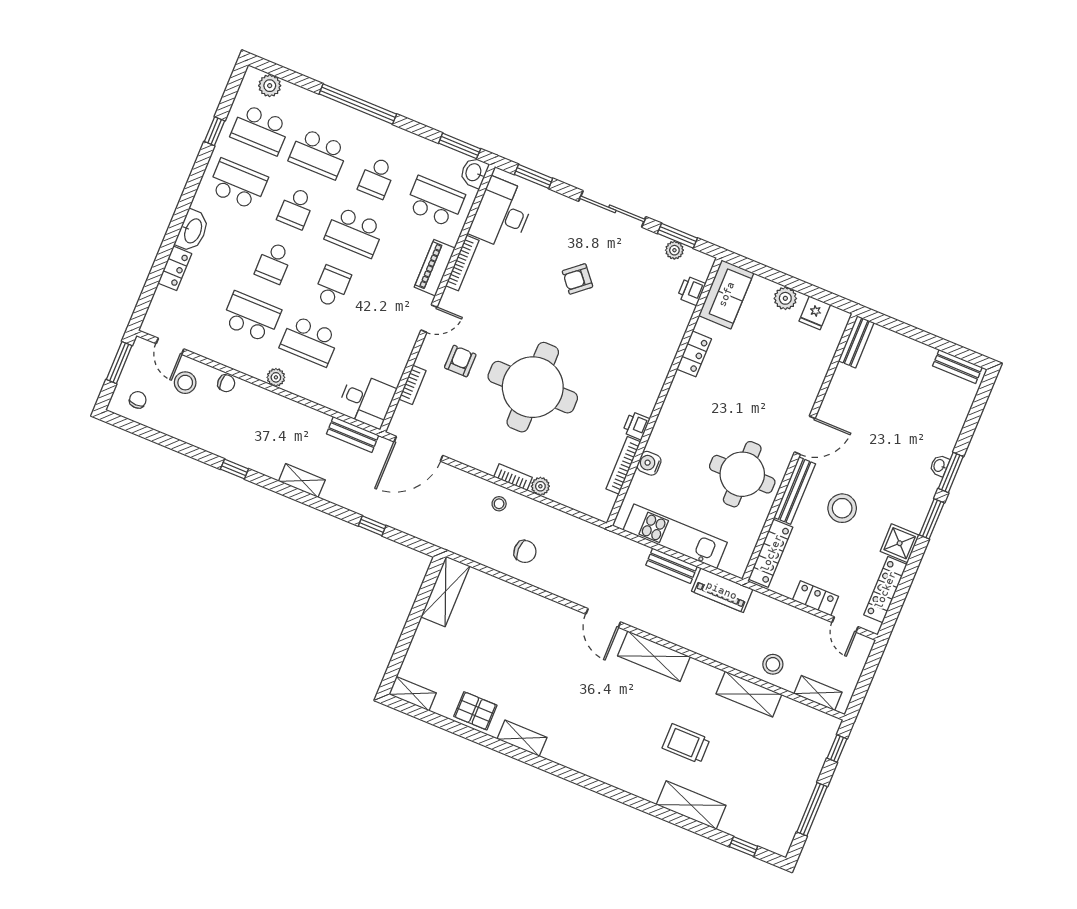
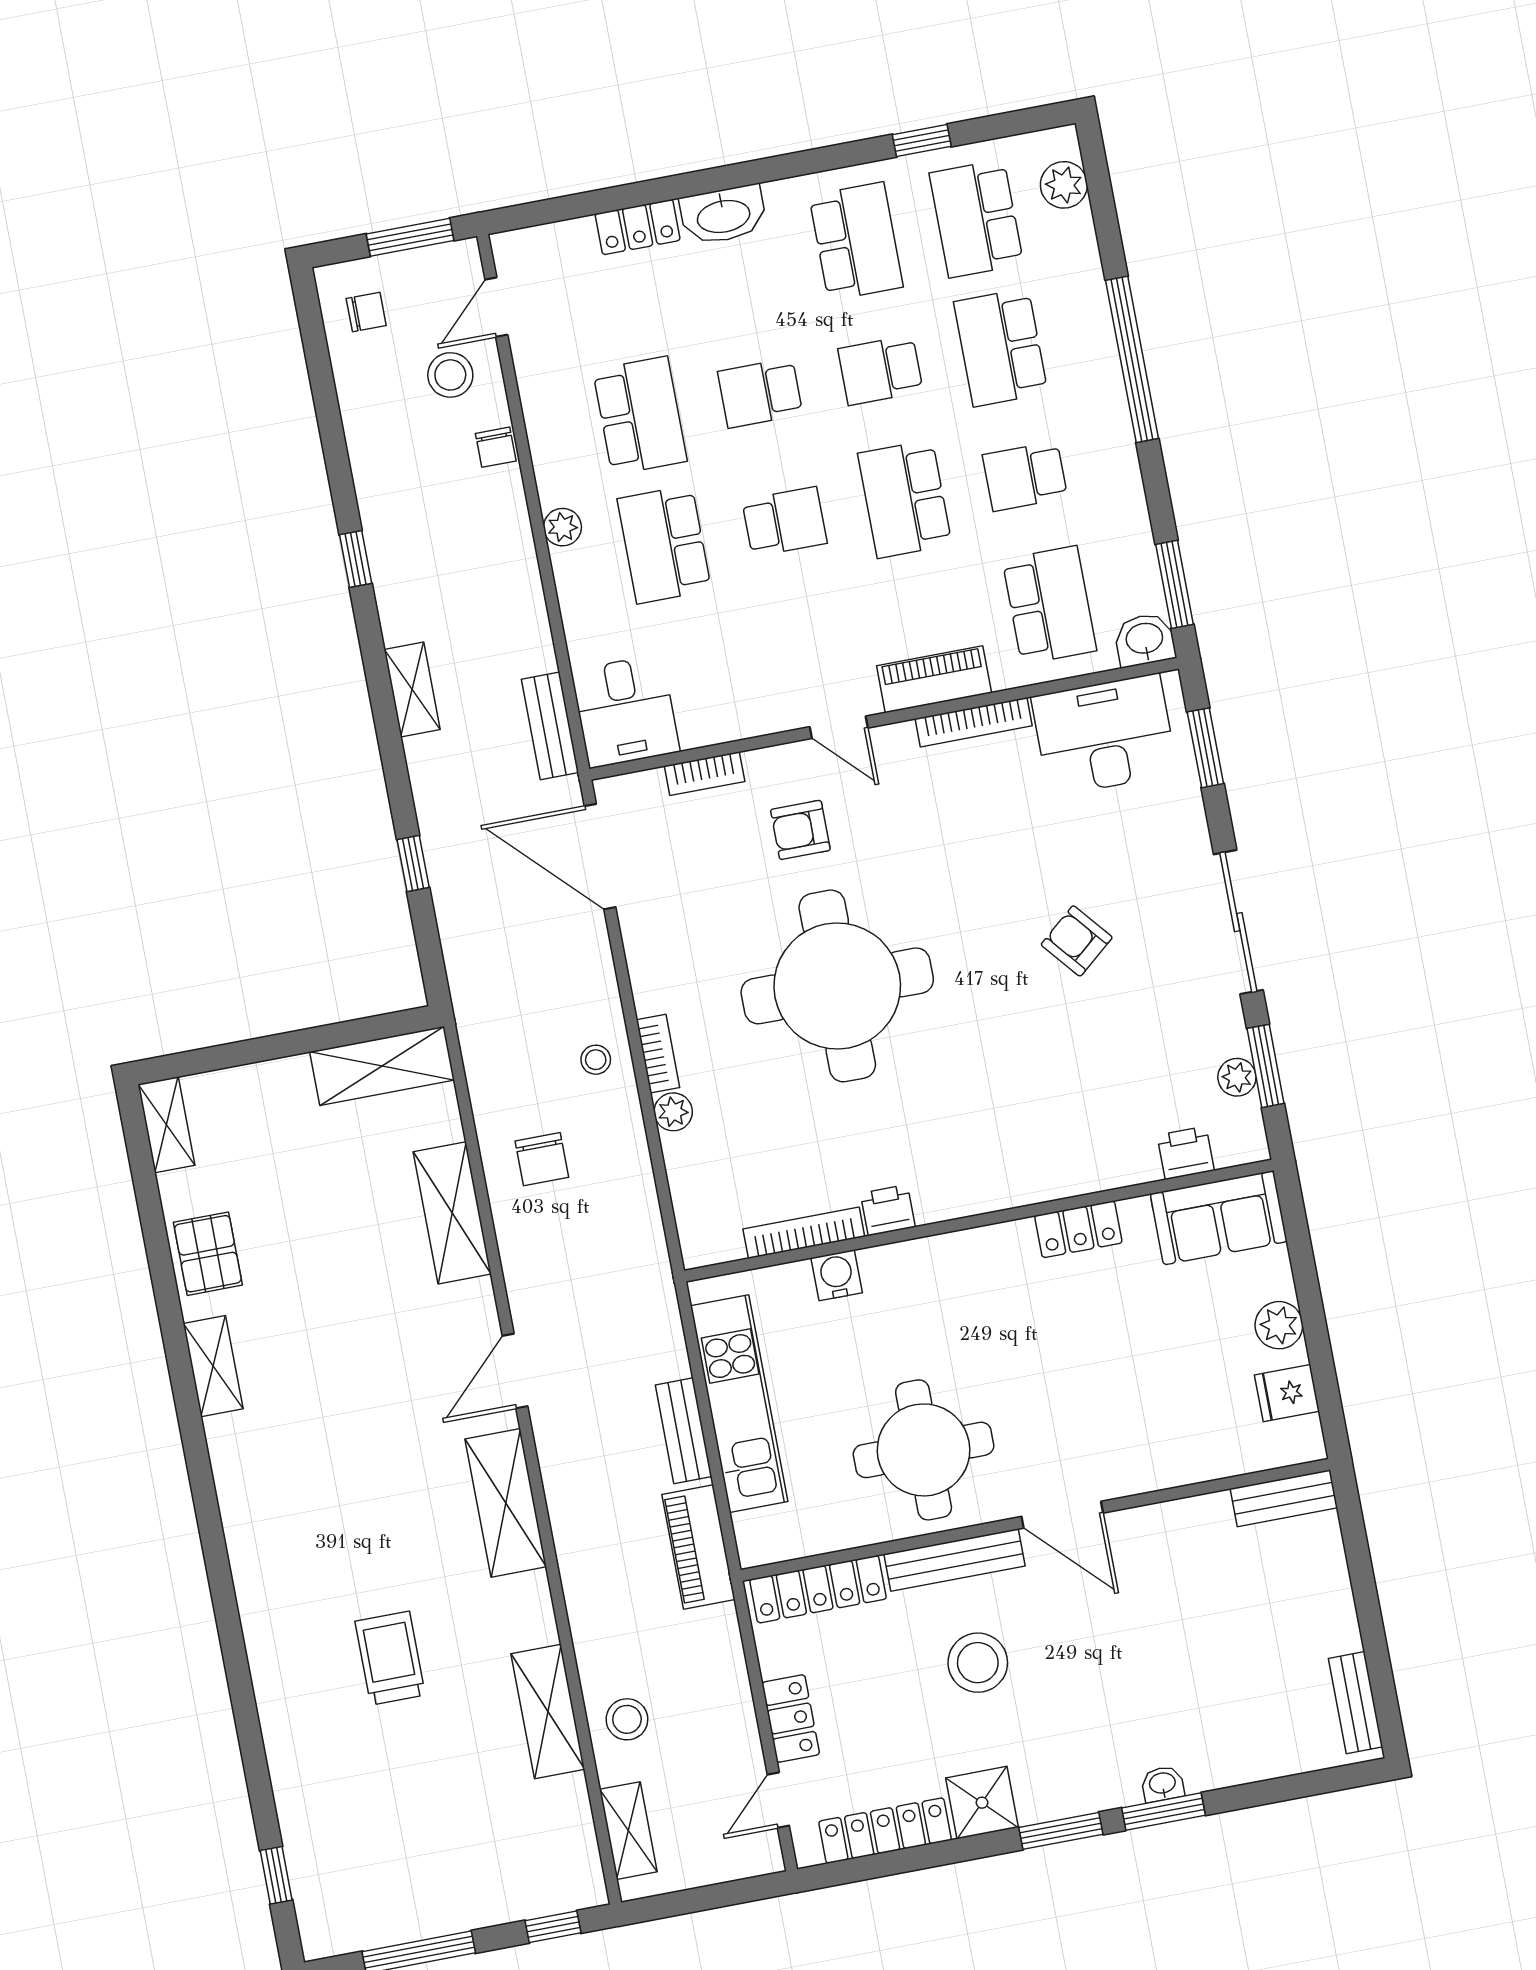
armchair: (460, 361) -> (800, 830), turned 180
shelving: (691, 805) -> (452, 1213), moved

